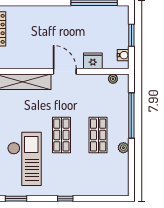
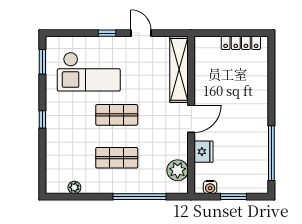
plant: (113, 79) -> (178, 170), width x1.87, depth x1.87
plant: (123, 148) -> (74, 187), moved

